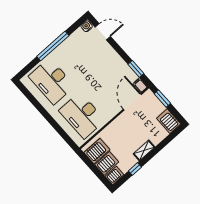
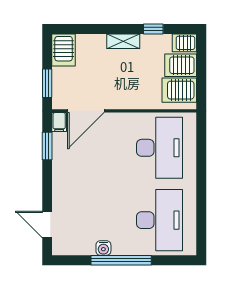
water cooler: (87, 26) -> (103, 248), moved

